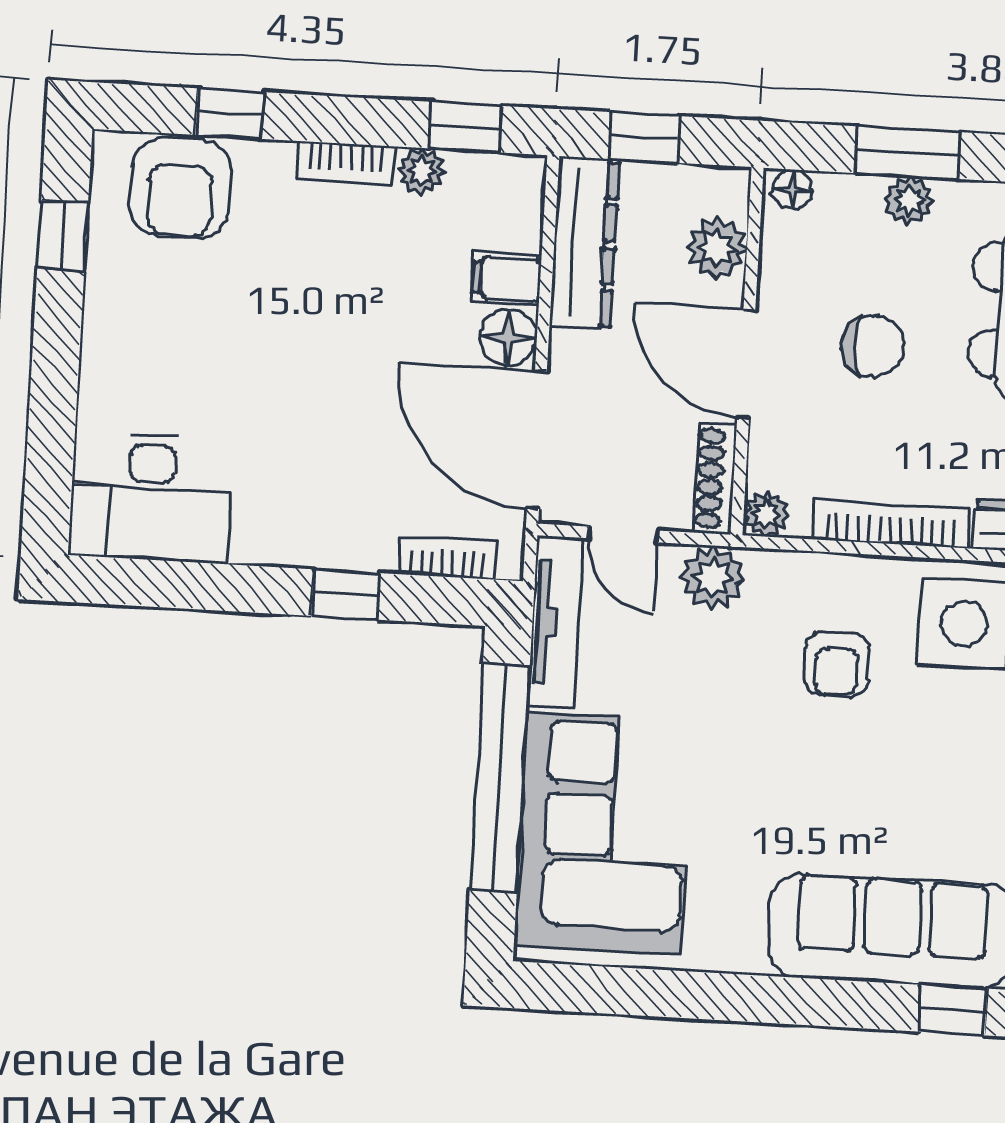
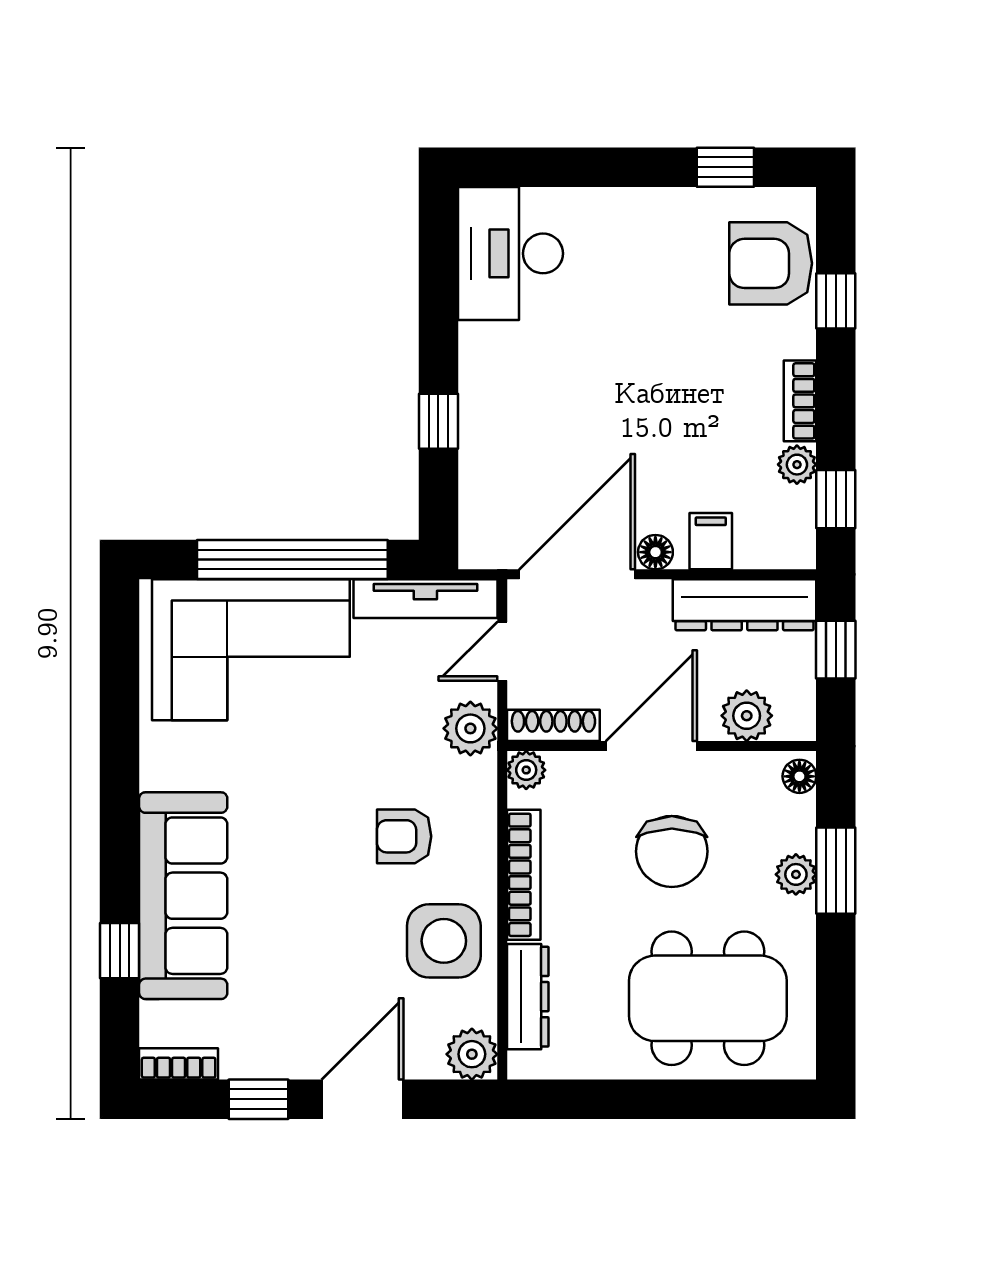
floor lamp: (509, 337) -> (655, 552), width x0.73, depth x0.73
chair: (873, 346) -> (672, 851), width x1.37, depth x1.37
bookcase: (447, 558) -> (474, 505), removed

